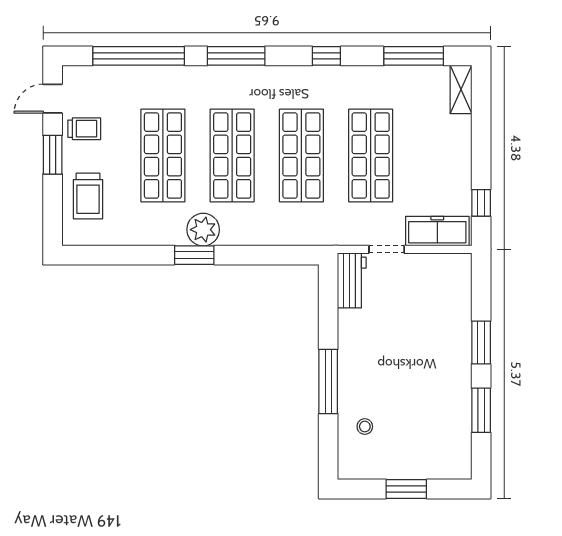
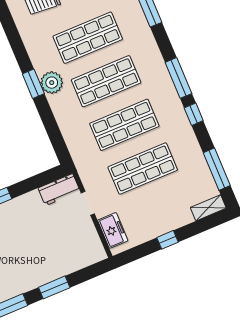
window: (236, 56) -> (178, 78), moved
window: (481, 203) -> (167, 240), moved
freezer: (437, 231) -> (113, 230), width x0.71

